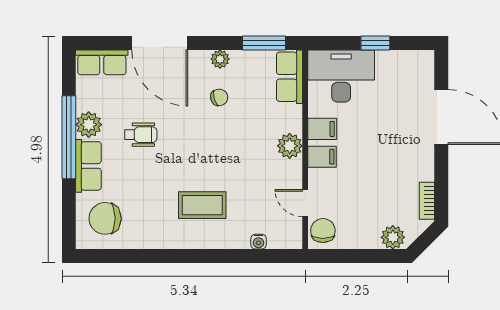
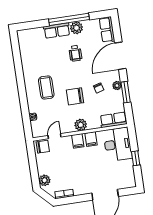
window: (264, 43) -> (126, 92), moved
chair: (105, 218) -> (75, 96), moved, turned -90

